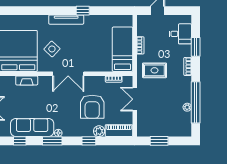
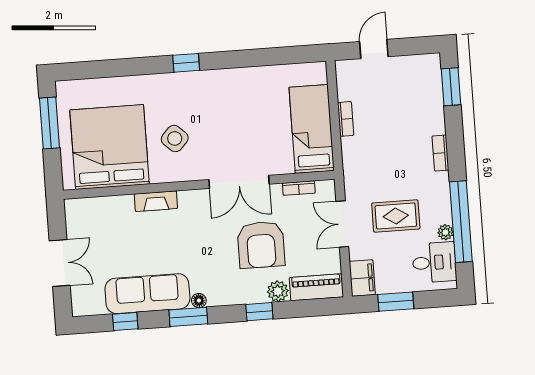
window: (83, 11) -> (186, 63), moved
tv unit: (66, 20) -> (198, 79), removed
desk: (180, 34) -> (434, 262), moved
window: (196, 47) -> (451, 87), moved
rug: (154, 70) -> (396, 216), moved
double door: (68, 74) -> (239, 182), moved
fireplace: (27, 80) -> (156, 201), moved
filing cabinet: (143, 128) -> (362, 278), added

